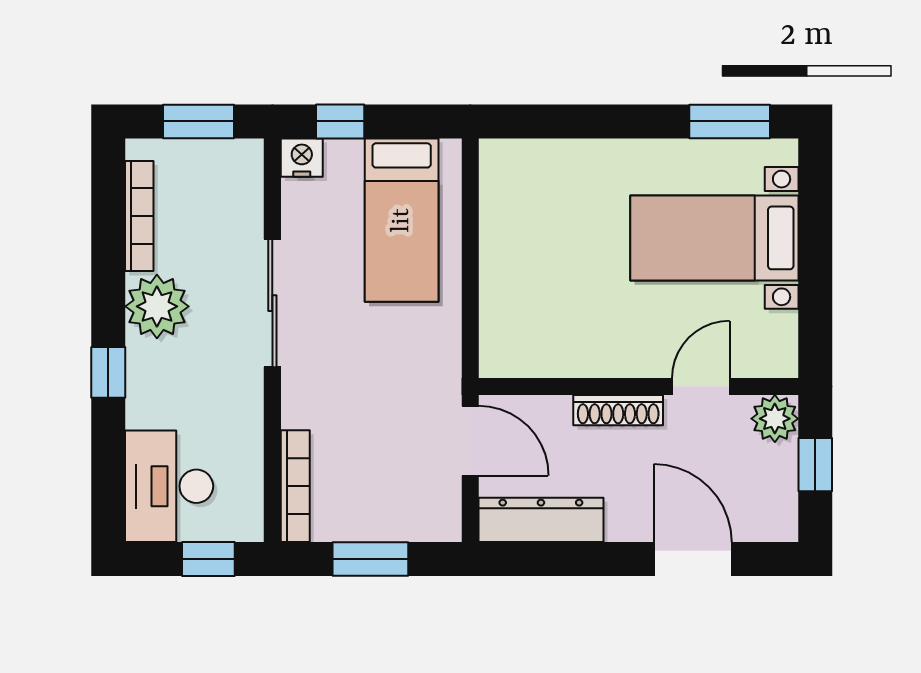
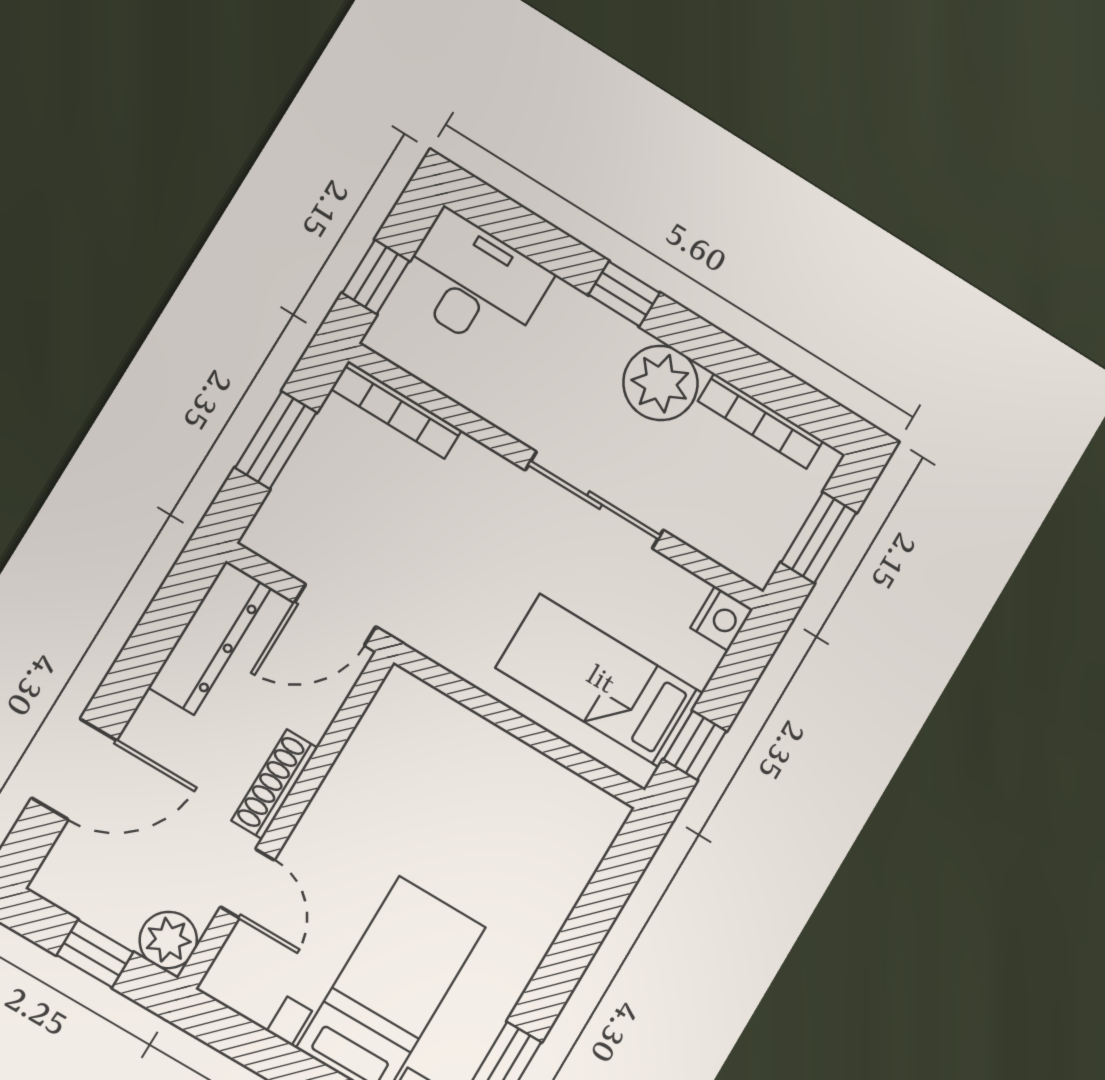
window: (340, 121) -> (695, 745), moved

